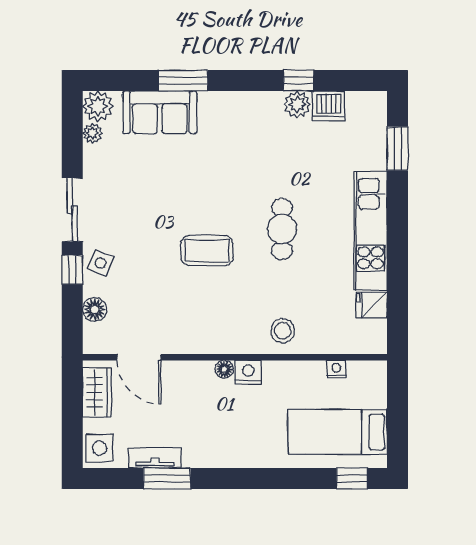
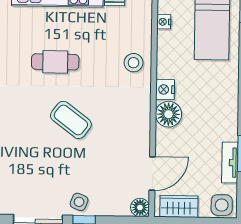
coffee table: (207, 251) -> (71, 120), turned -53
floor lamp: (95, 310) -> (140, 207), moved
floor lamp: (224, 369) -> (168, 114), width x1.89, depth x1.89

